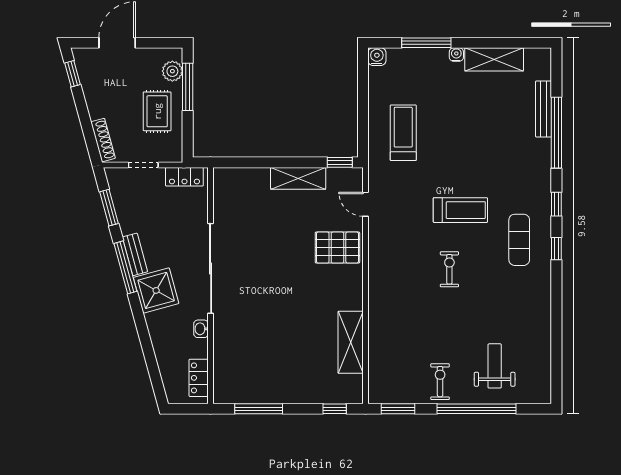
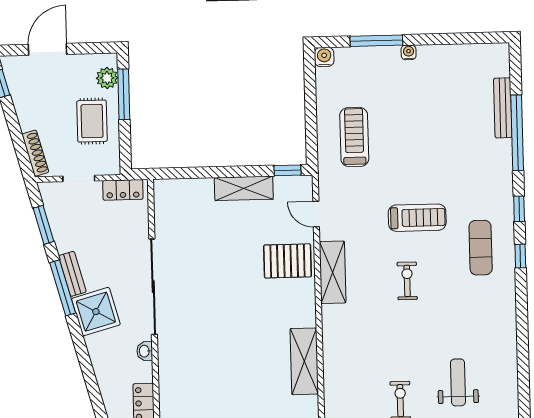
shelving: (494, 59) -> (333, 272), moved, turned 90

